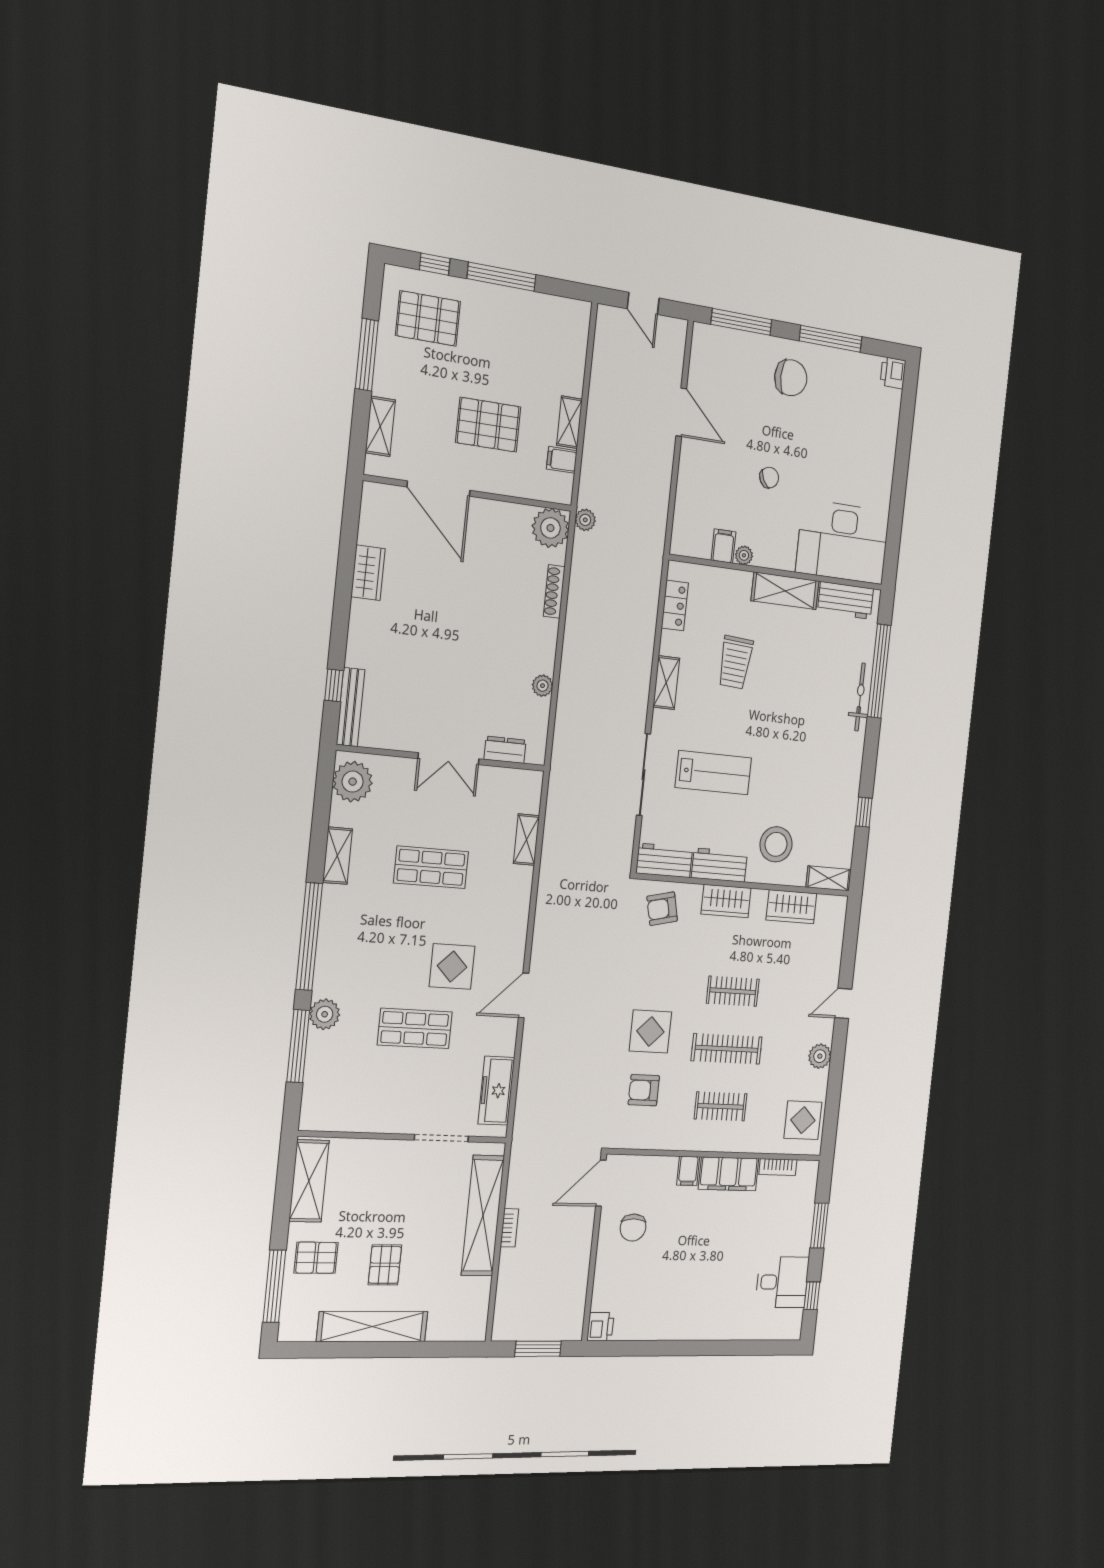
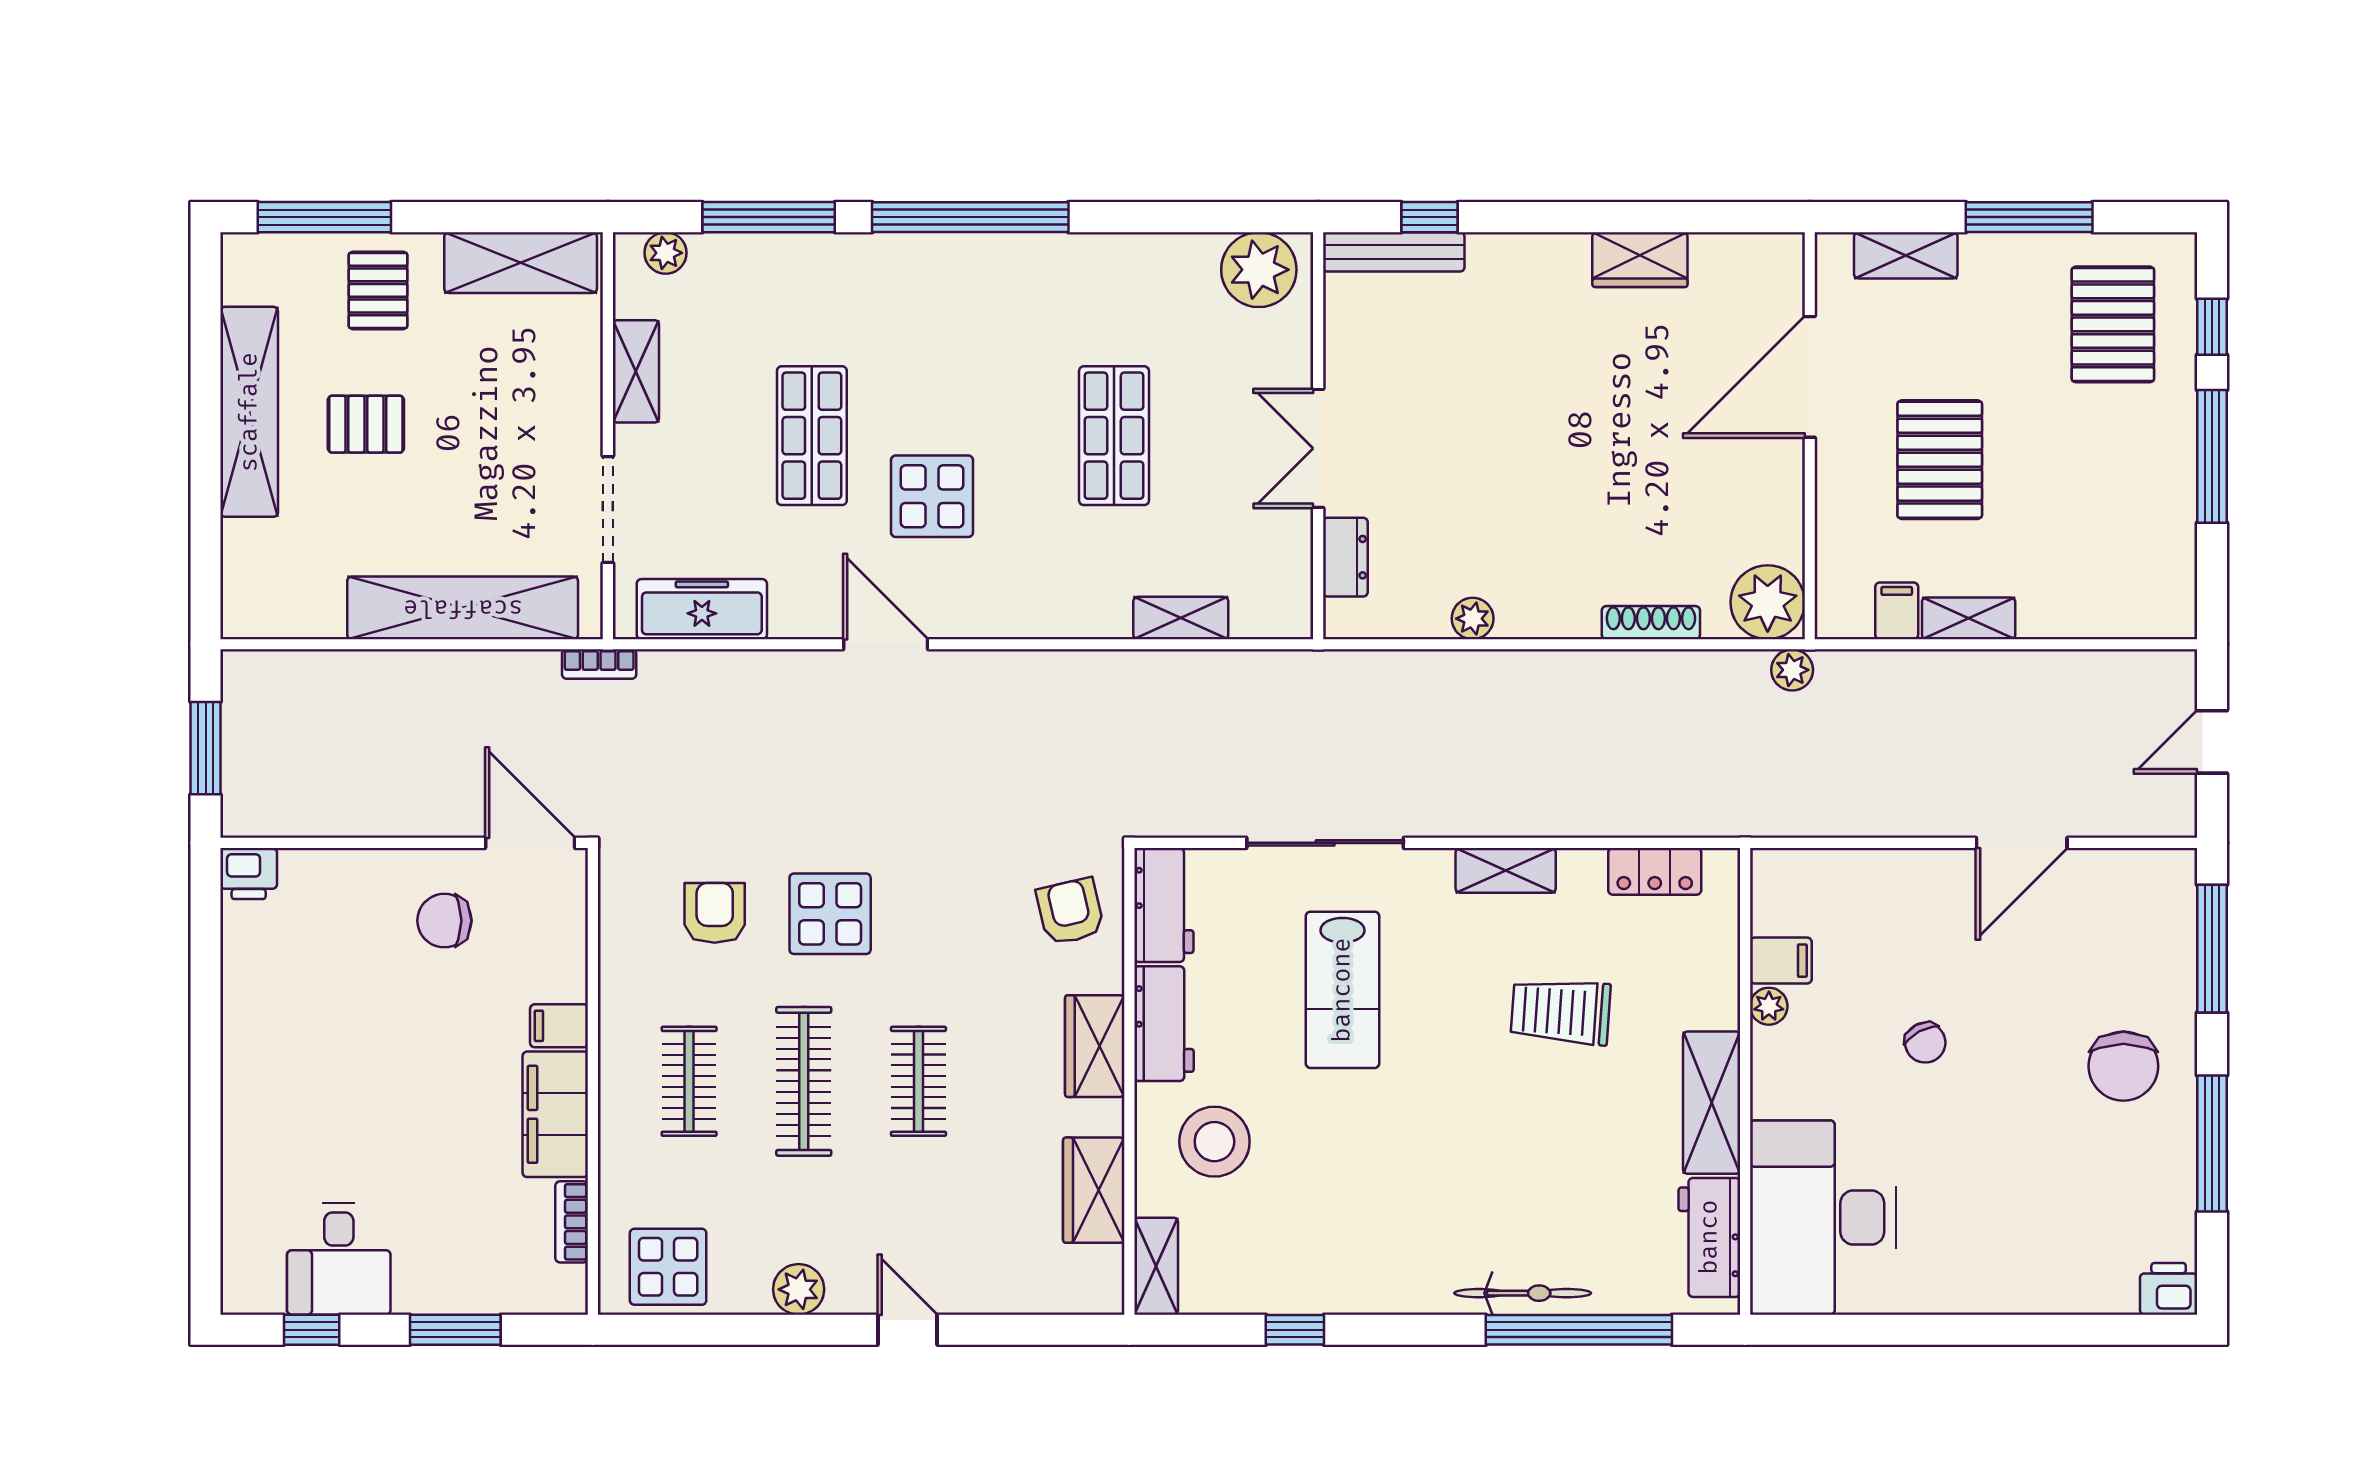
shelving: (337, 856) -> (636, 371), moved, turned 90
plant: (325, 1014) -> (666, 253), moved, width x0.73, depth x0.73
bookcase: (509, 1228) -> (599, 664), moved

